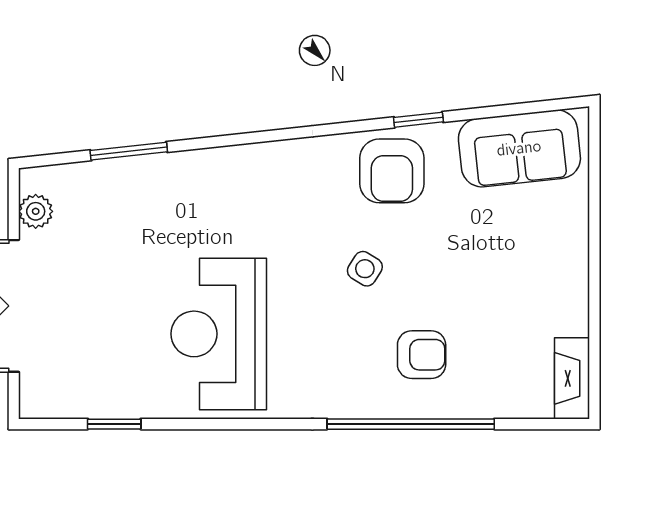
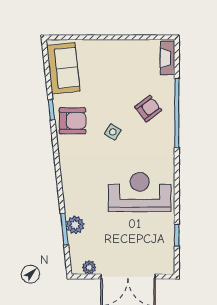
plant: (139, 177) -> (75, 225), added
reception desk: (219, 334) -> (140, 192), turned 180
armchair: (422, 355) -> (148, 109), turned 53
fireplace: (572, 378) -> (168, 58), moved, turned 90

